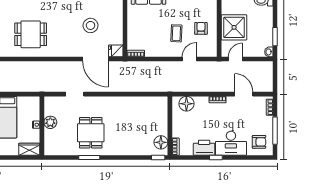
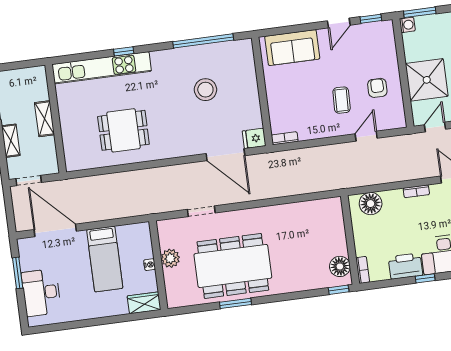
stool: (91, 25) -> (205, 90), moved
dining table: (91, 133) -> (233, 266), width x1.88, depth x1.24

